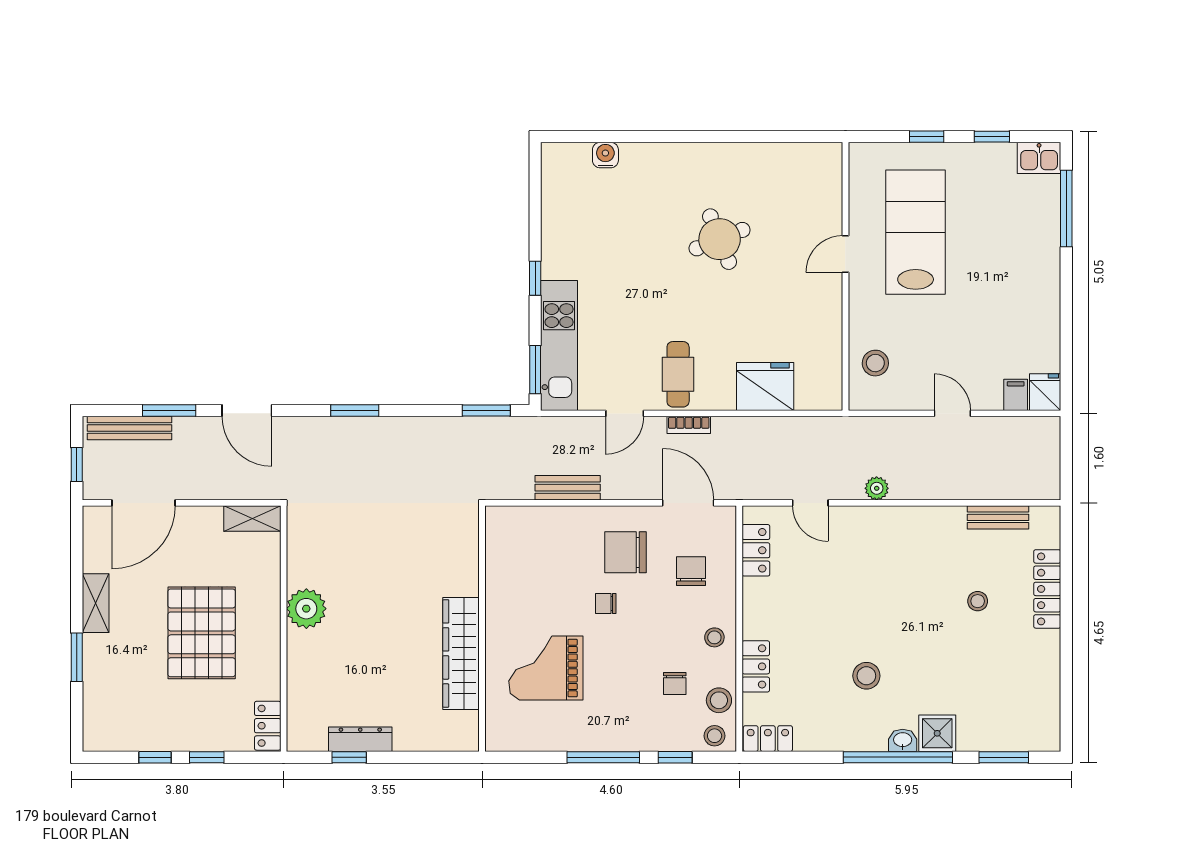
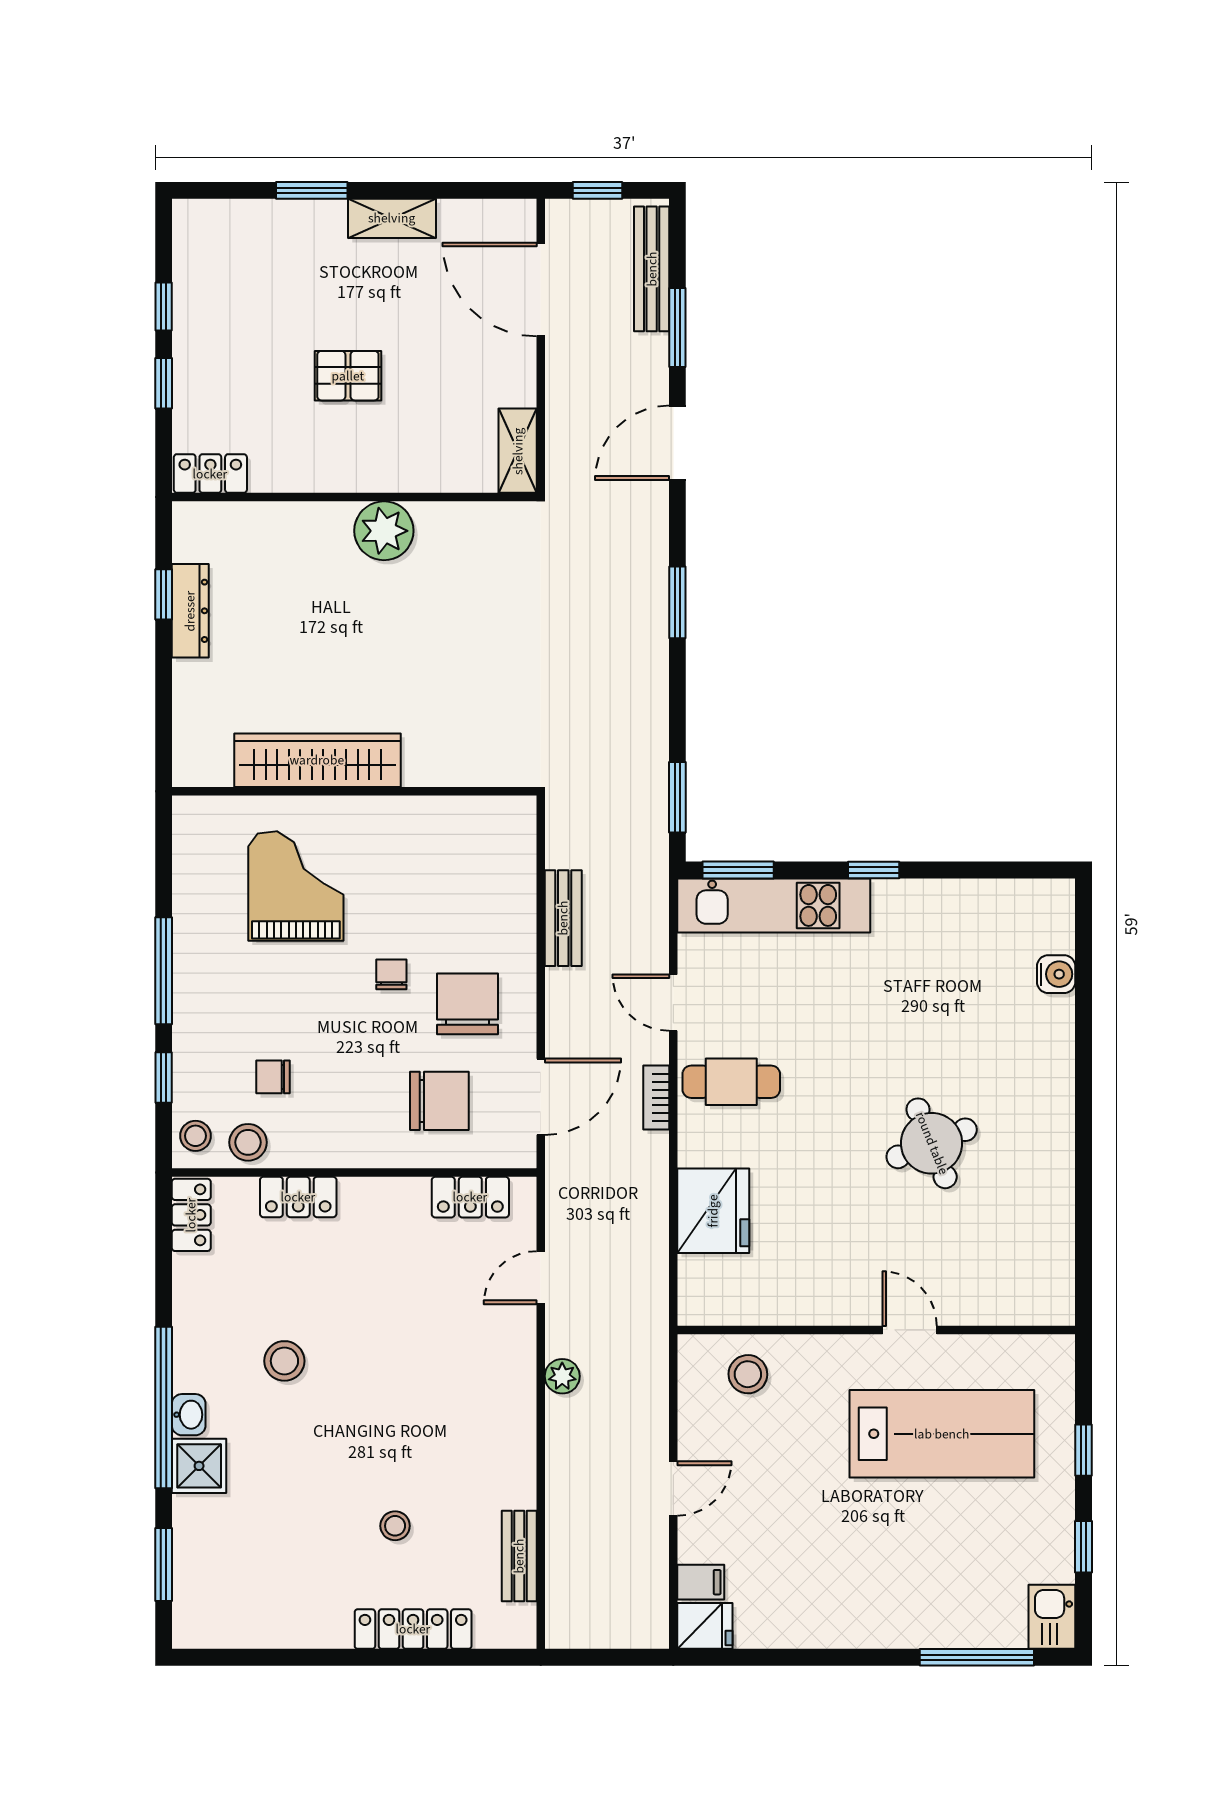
chair: (691, 571) -> (439, 1101), width x1.37, depth x1.37
pallet: (202, 633) -> (348, 376), width x0.49, depth x0.50
stool: (714, 637) -> (341, 1136), removed

